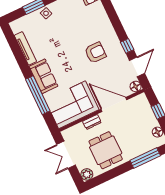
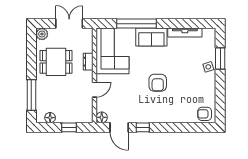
armchair: (95, 53) -> (158, 83), moved
door: (114, 104) -> (95, 90), width x0.53

